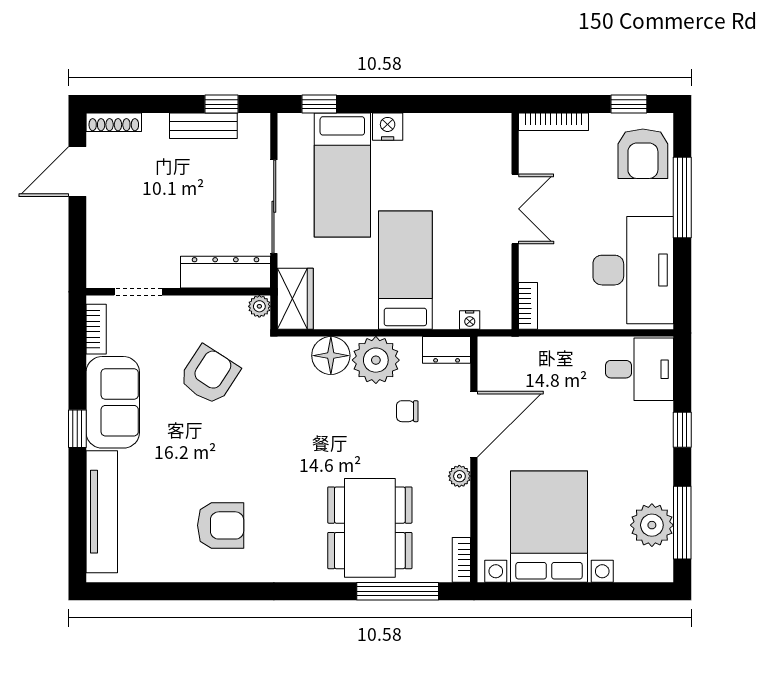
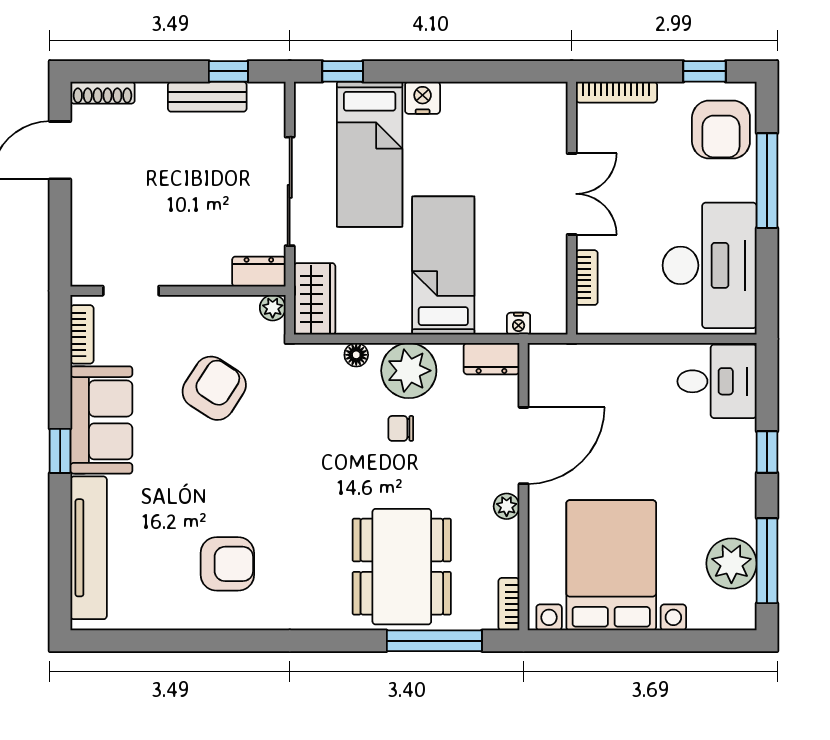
dresser: (225, 272) -> (259, 272), width x0.51, depth x0.80
bookcase: (528, 306) -> (587, 278), moved
floor lamp: (331, 356) -> (356, 355), width x0.53, depth x0.53
chair: (407, 411) -> (401, 428), moved

